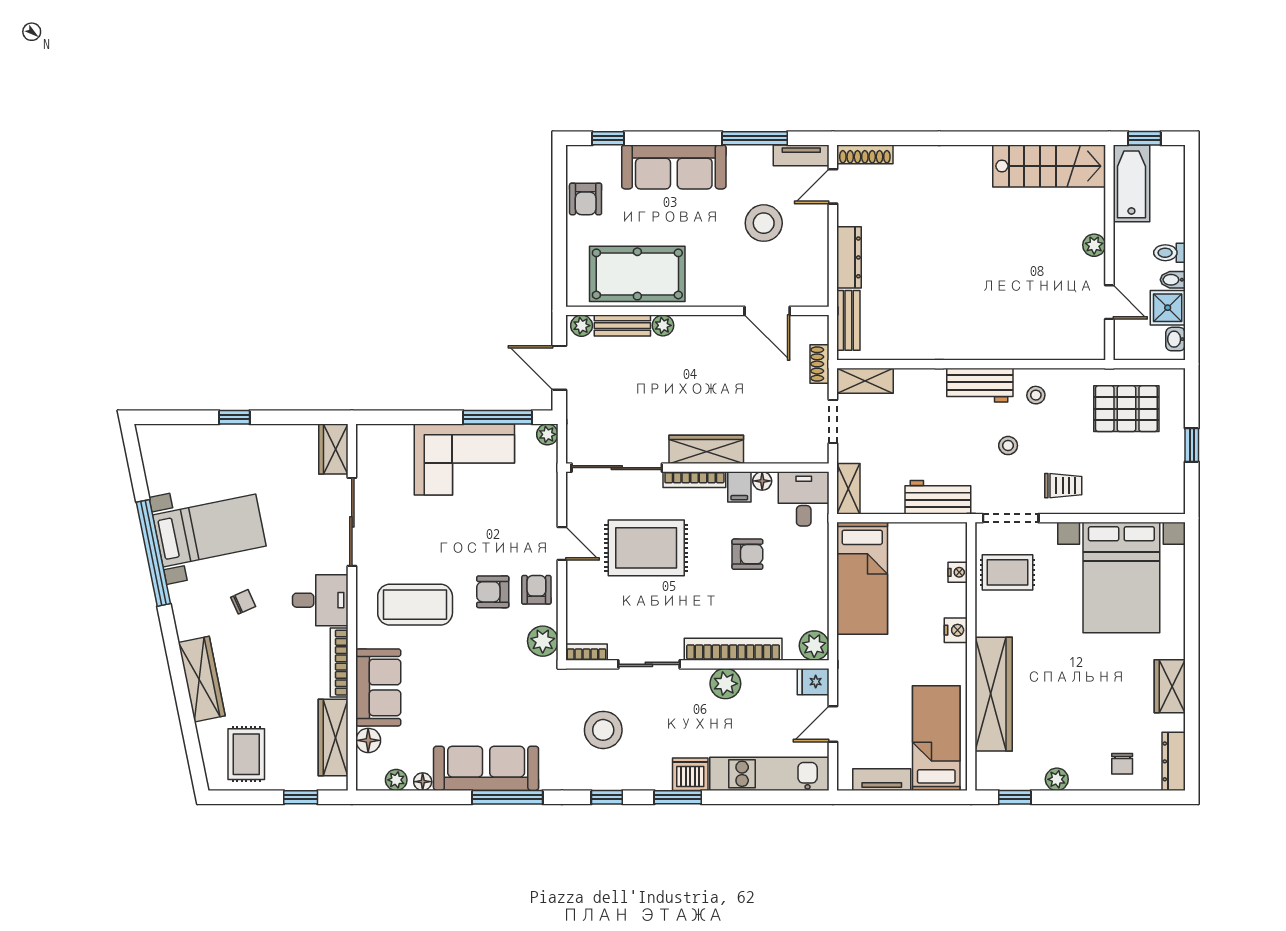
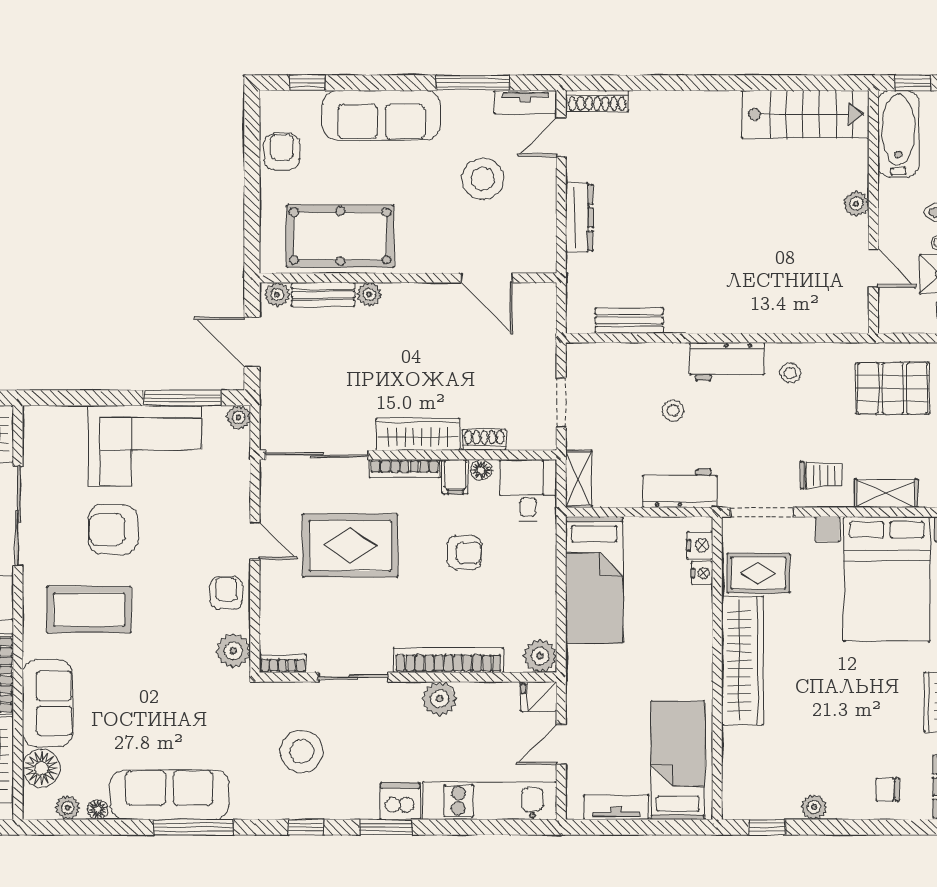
armchair: (586, 199) -> (282, 151), turned 180
bench: (848, 320) -> (629, 320), moved, turned 90
shoe rack: (820, 364) -> (484, 440), moved, turned 90
shelving: (865, 381) -> (886, 493), moved
stool: (1008, 446) -> (673, 411), moved
armchair: (493, 592) -> (113, 529), moved, width x1.38, depth x1.38
nightstand: (956, 630) -> (700, 545), moved
wardrobe: (994, 694) -> (743, 661), moved
floor lamp: (368, 740) -> (41, 768), width x1.38, depth x1.38
chair: (1122, 764) -> (888, 789), turned 90

